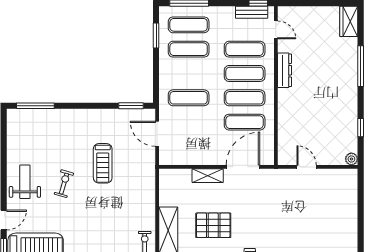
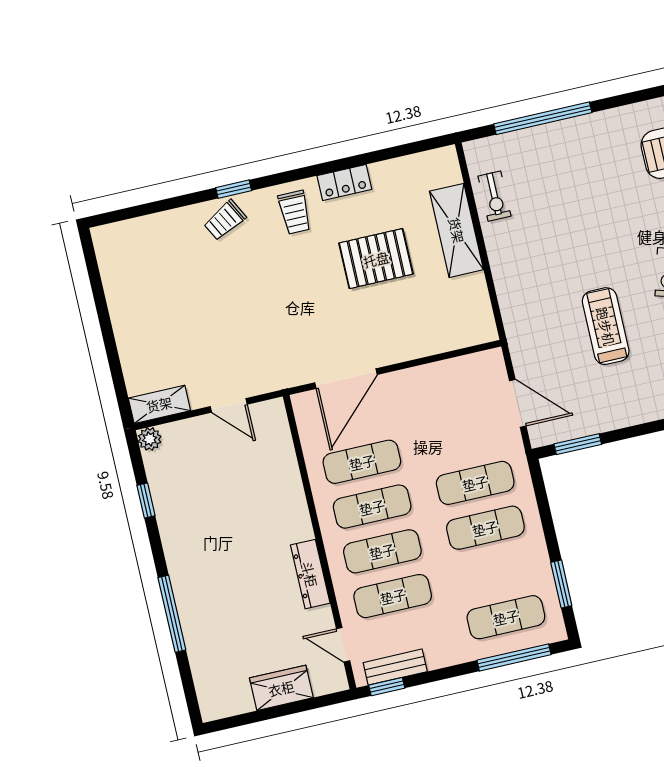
wardrobe: (349, 21) -> (281, 688), moved, turned -90
exercise mat: (189, 49) -> (485, 528), moved
shelving: (208, 176) -> (159, 404), moved

